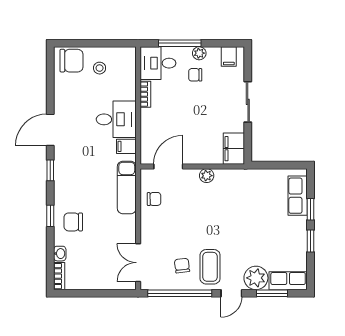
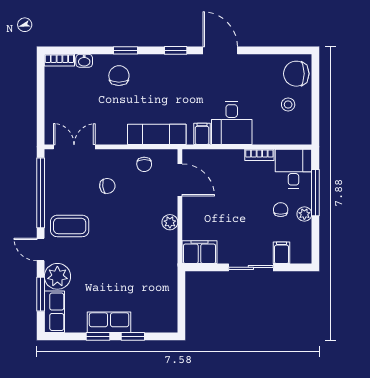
filing cabinet: (229, 56) -> (282, 253), moved, turned 90
chair: (72, 61) -> (296, 74), turned 90
row of seats: (298, 196) -> (109, 322), moved
chair: (182, 266) -> (107, 186), moved

